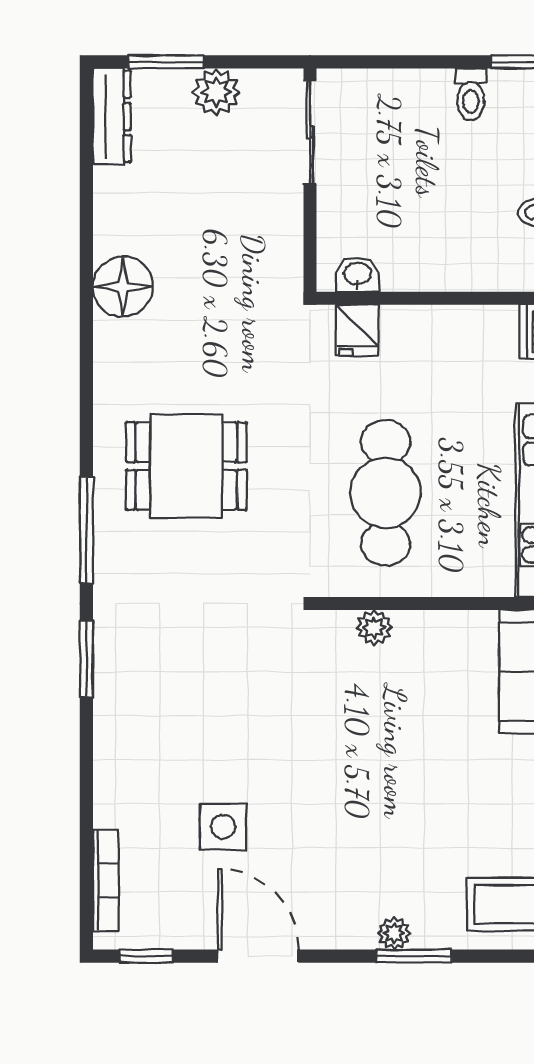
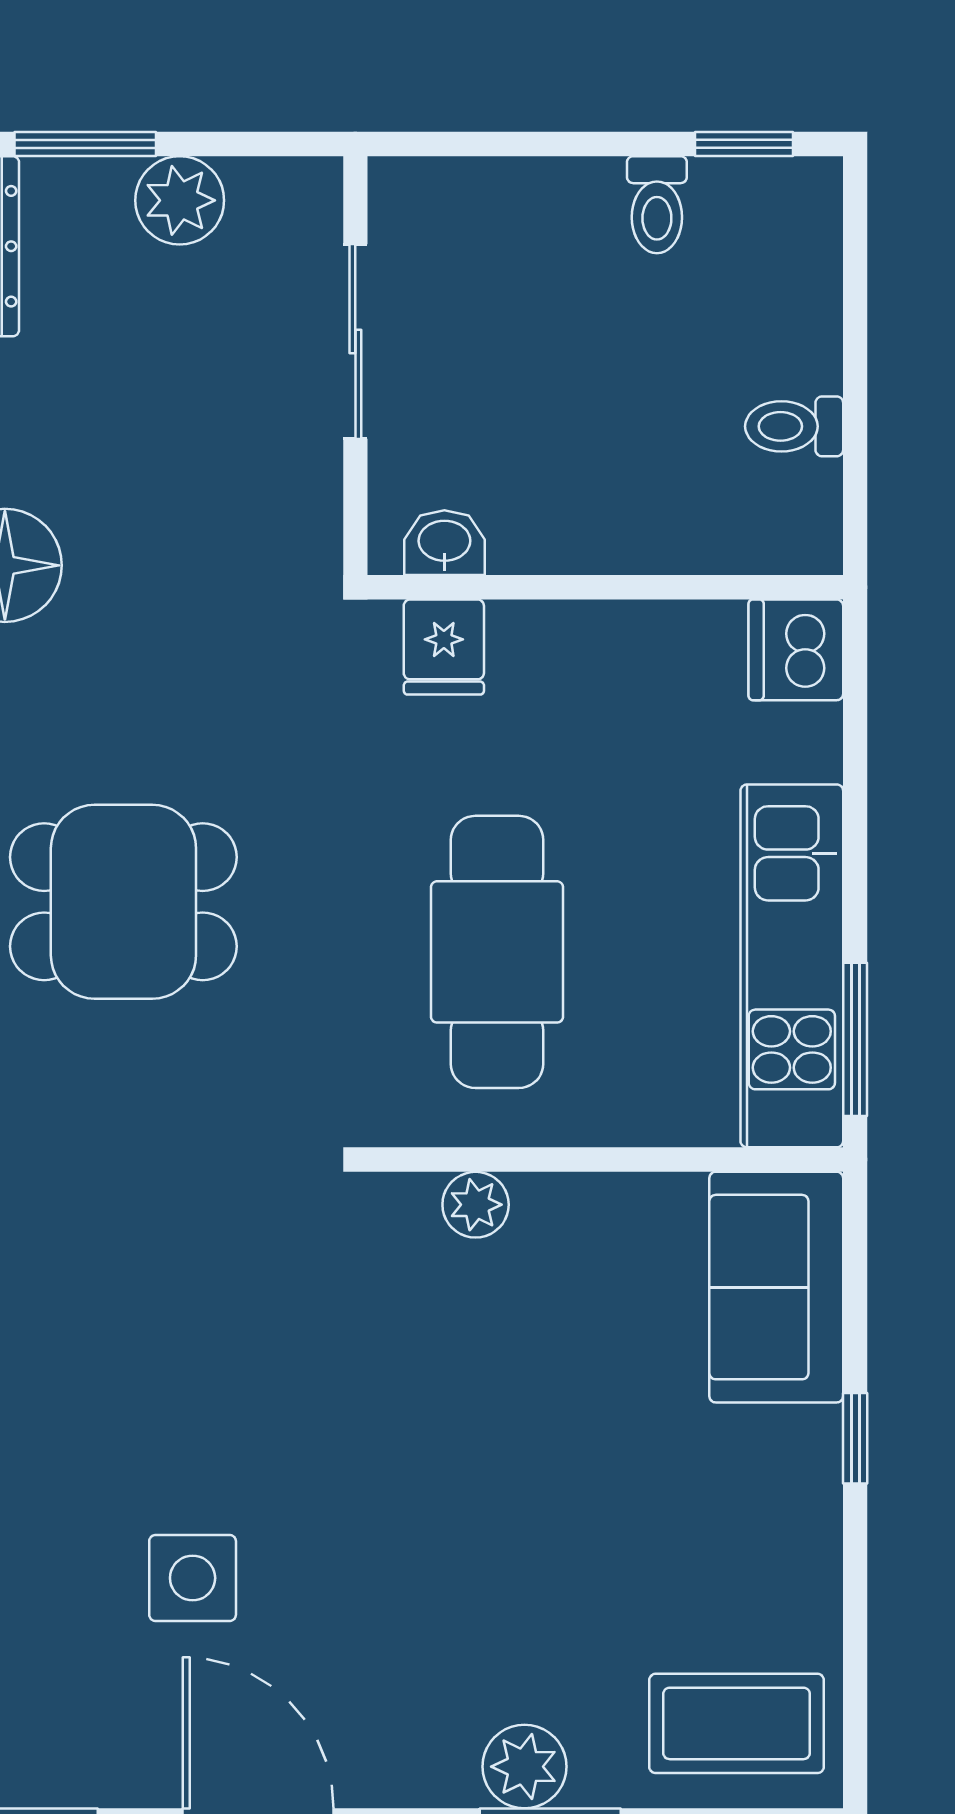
sliding door: (310, 132) -> (355, 342), moved
plant: (394, 933) -> (524, 1767), width x1.38, depth x1.38

